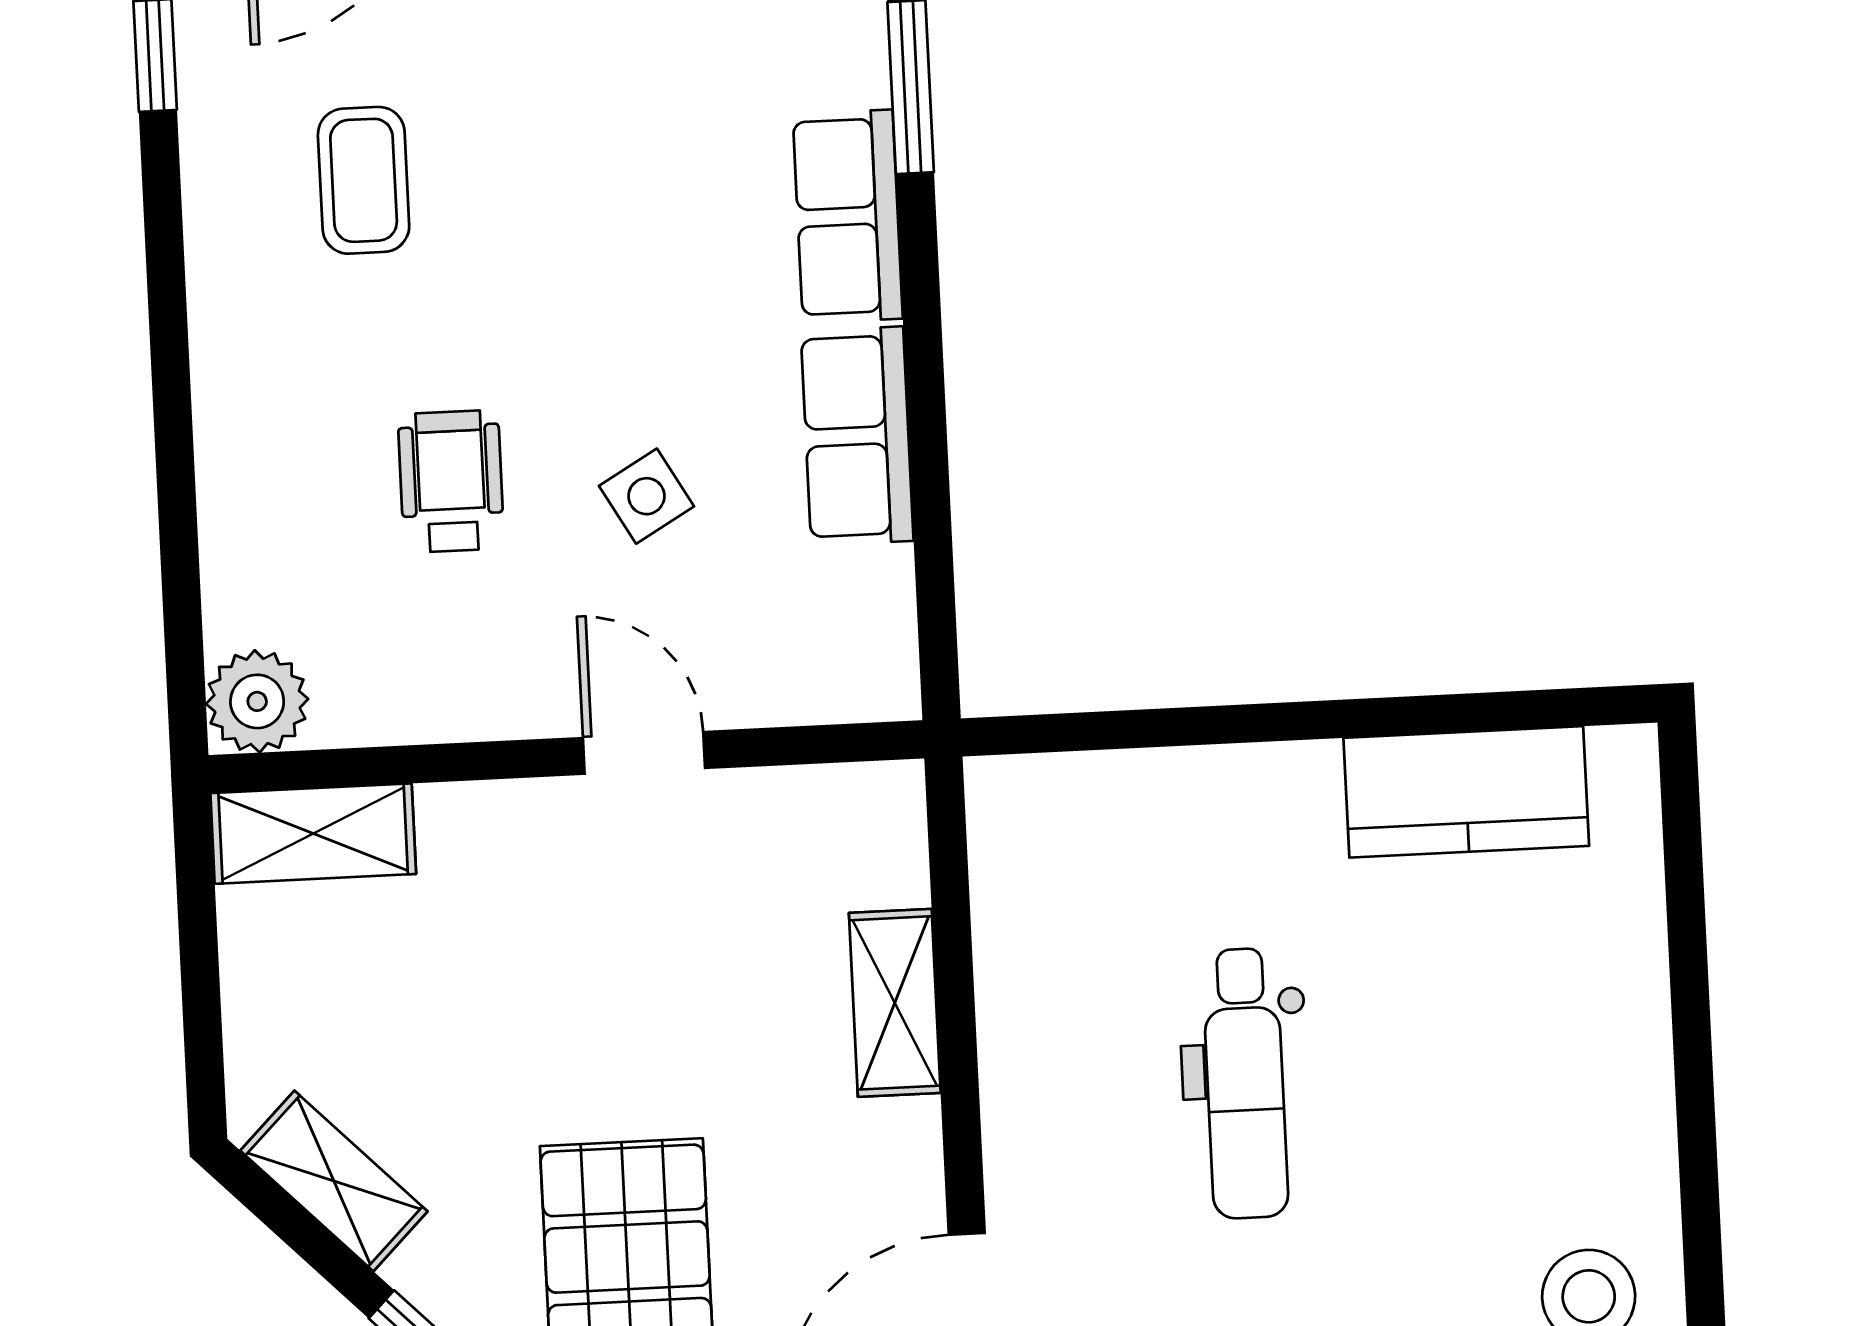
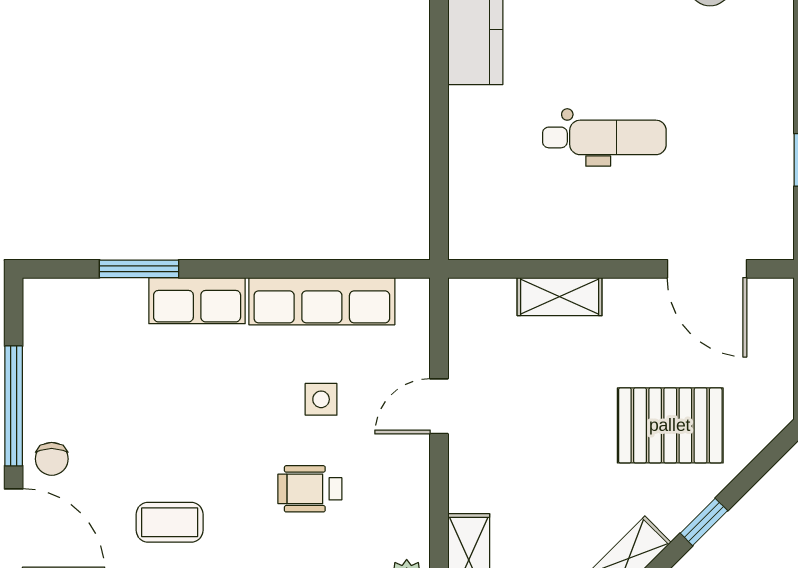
row of seats: (857, 436) -> (322, 301), width x1.48
side table: (646, 496) -> (321, 399), turned 30

